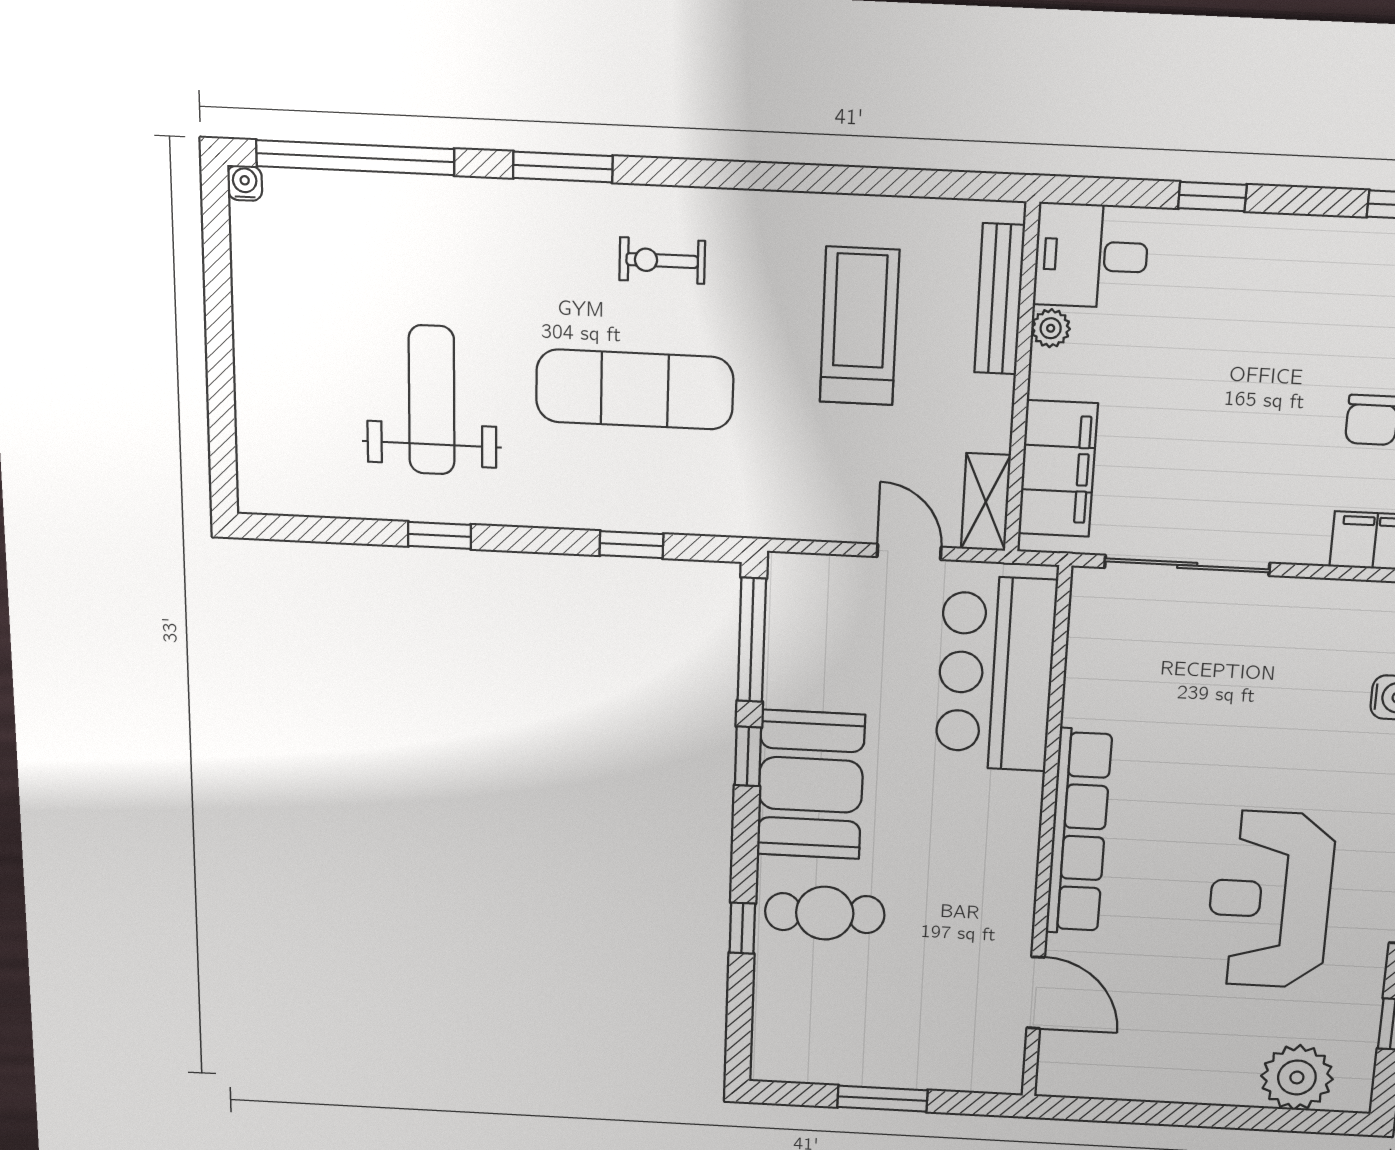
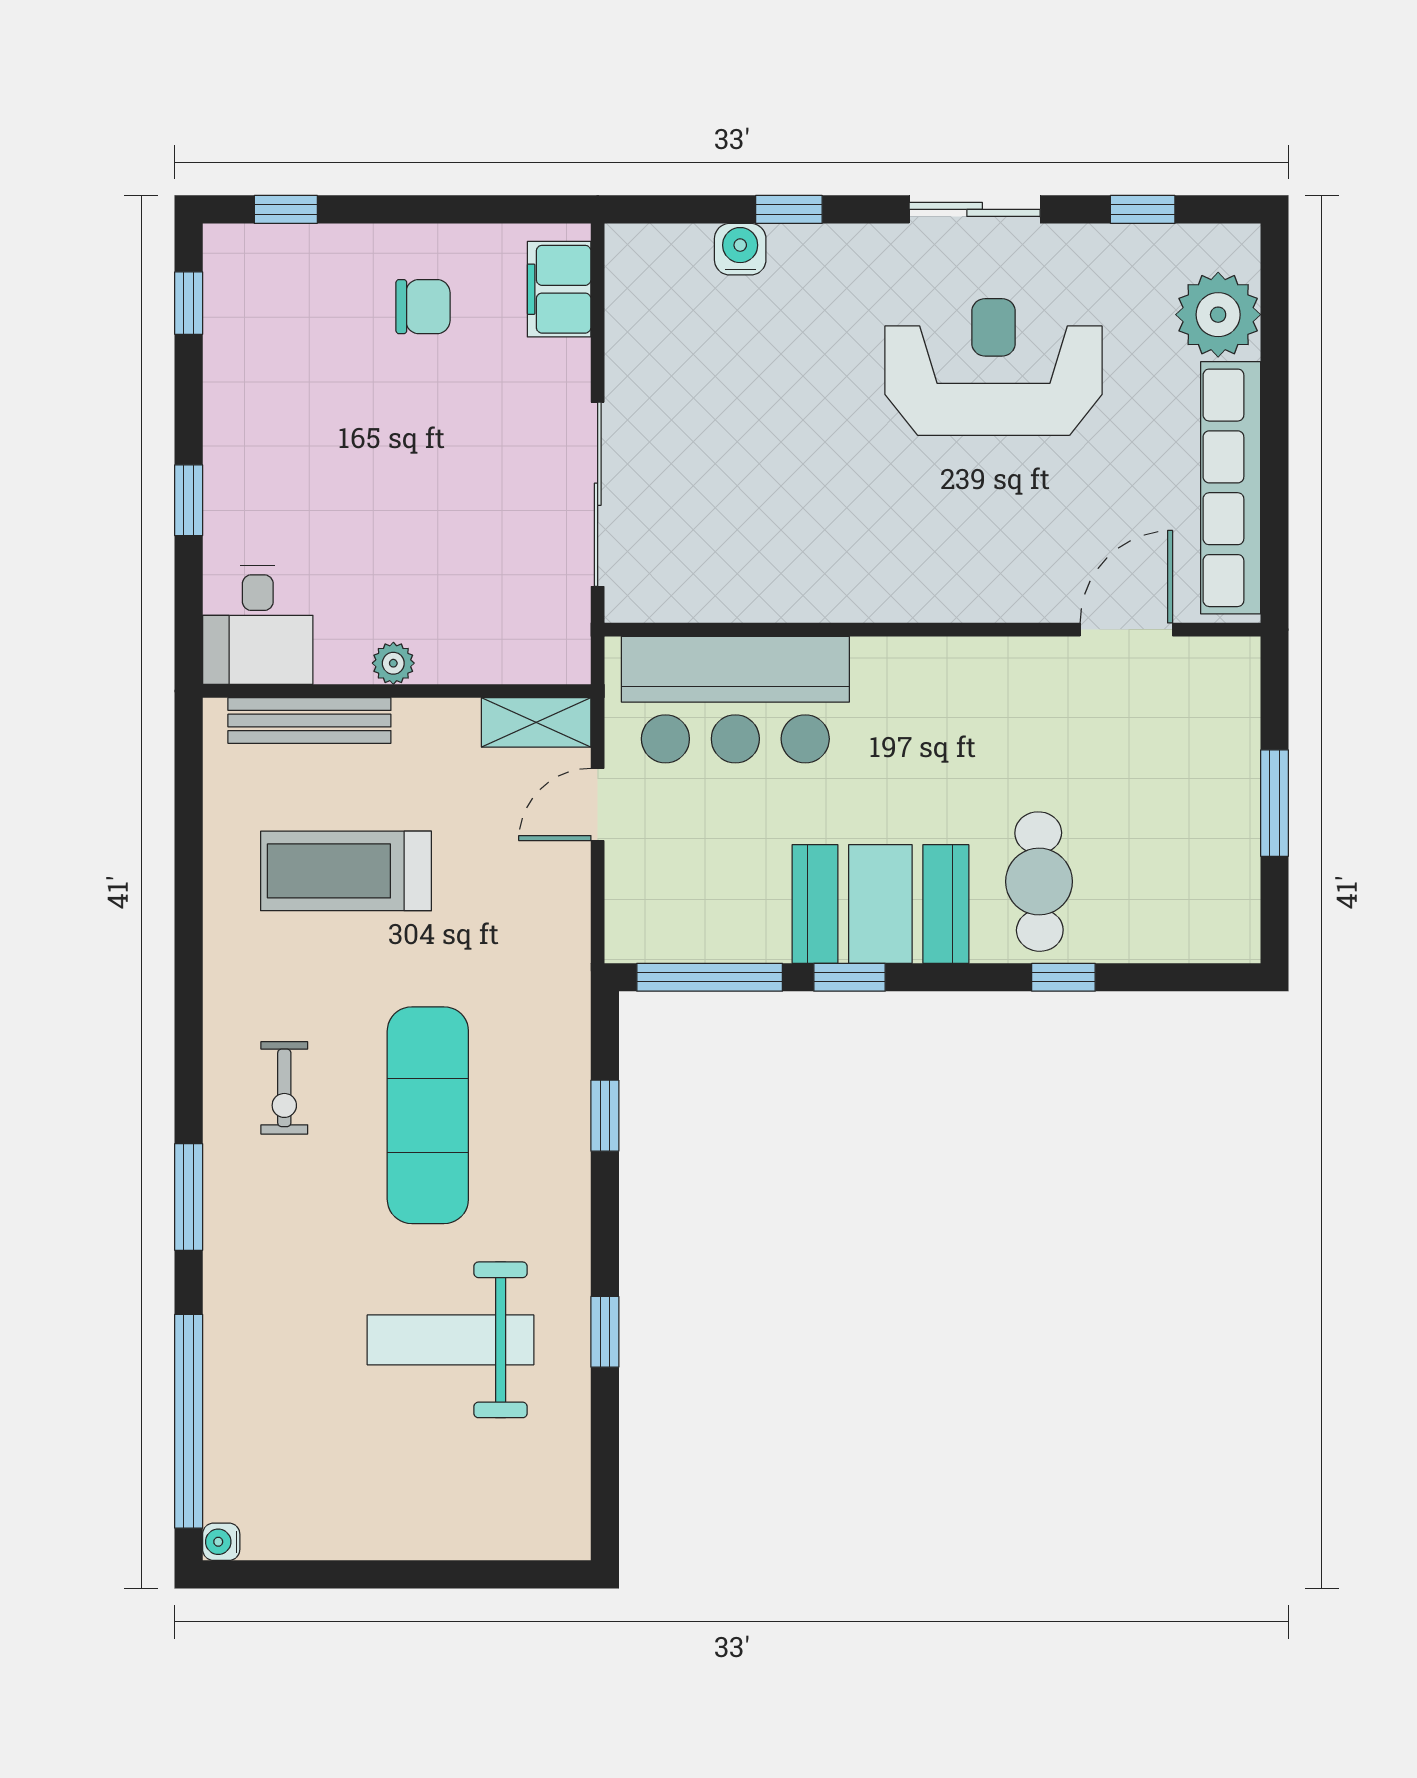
plant: (1051, 328) -> (393, 663), moved
filing cabinet: (1058, 469) -> (494, 645), removed
row of seats: (1079, 832) -> (1231, 488), moved, turned -90
reception desk: (1270, 900) -> (994, 367), turned 180

